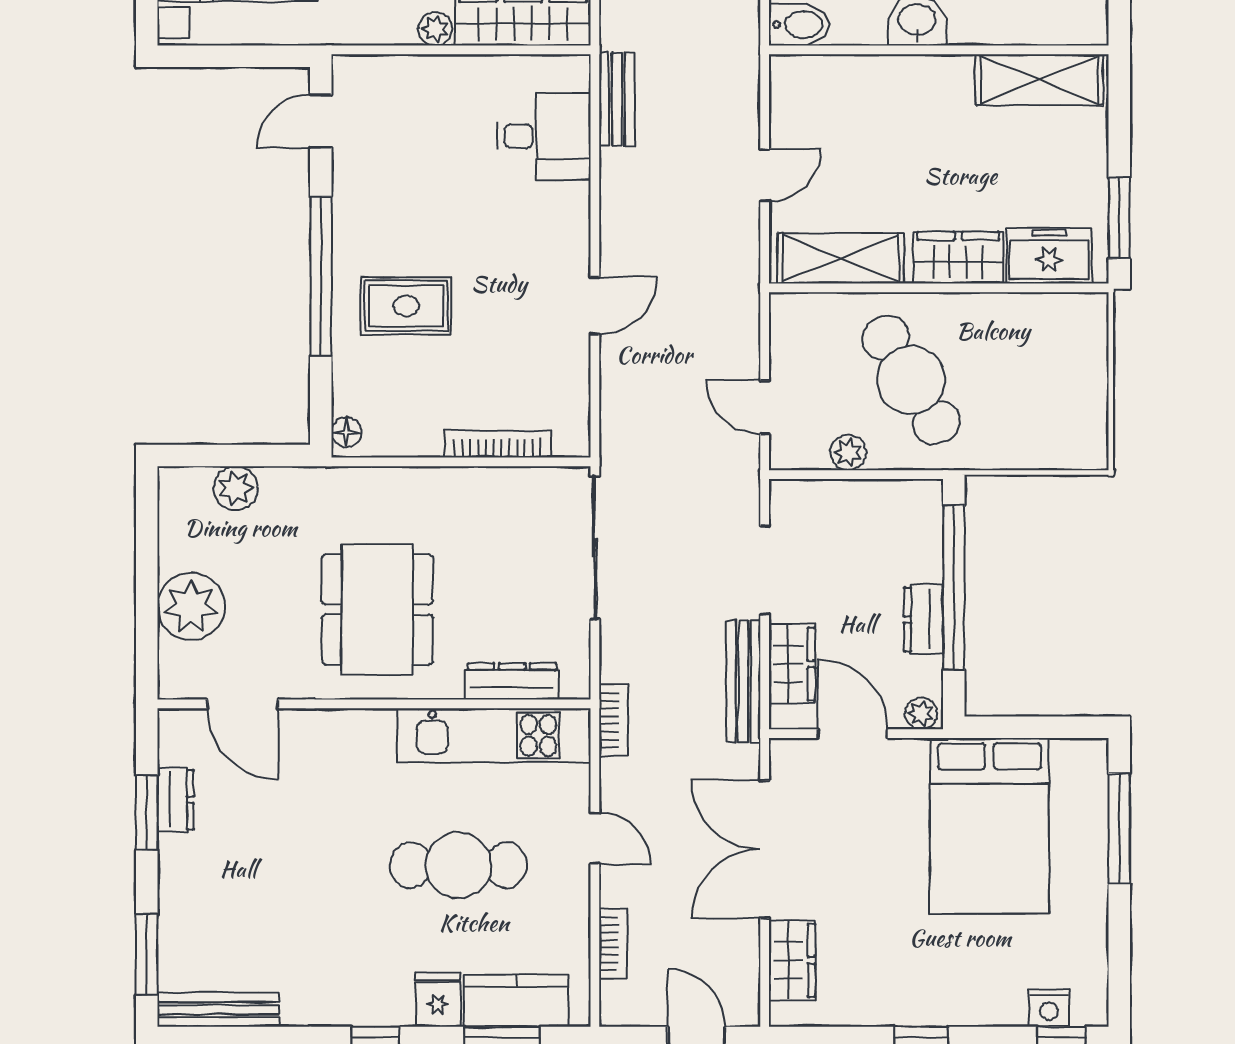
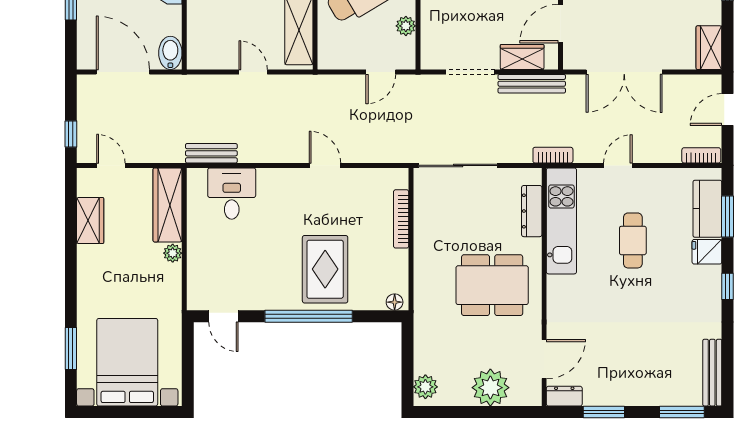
rug: (406, 306) -> (325, 269), width x1.36, depth x1.43
plant: (235, 488) -> (425, 387), moved
dresser: (176, 800) -> (564, 396), moved
cafe table: (458, 865) -> (633, 240), width x0.73, depth x0.74
bookcase: (613, 943) -> (701, 155), moved
wardrobe: (792, 960) -> (709, 48), moved, turned -90

